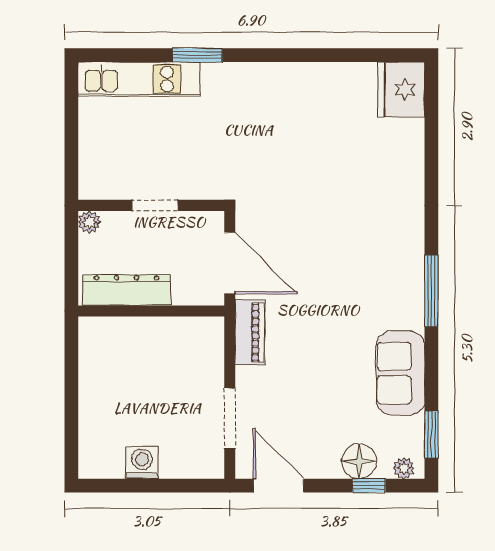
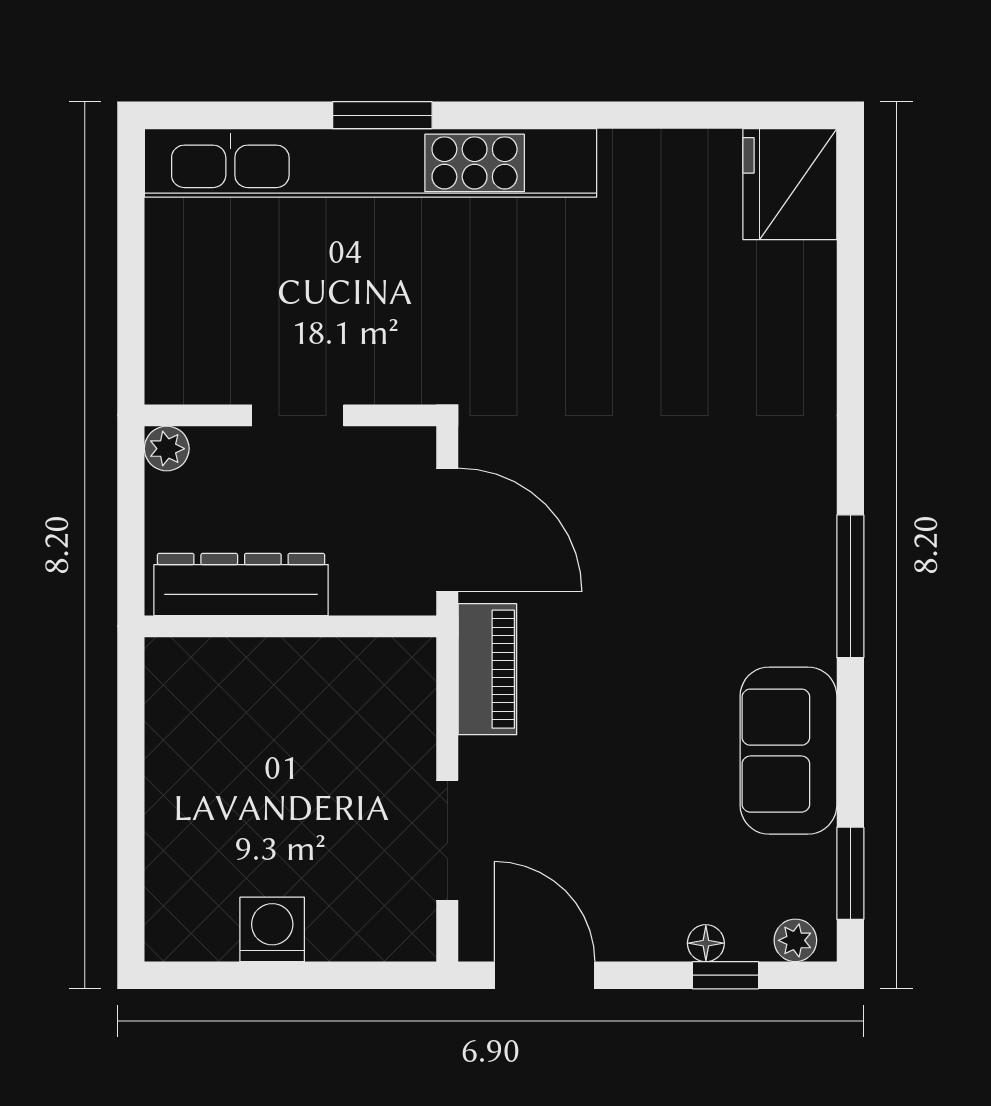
kitchen unit: (139, 79) -> (371, 163), width x1.86
floor lamp: (359, 461) -> (706, 943), width x0.53, depth x0.53

